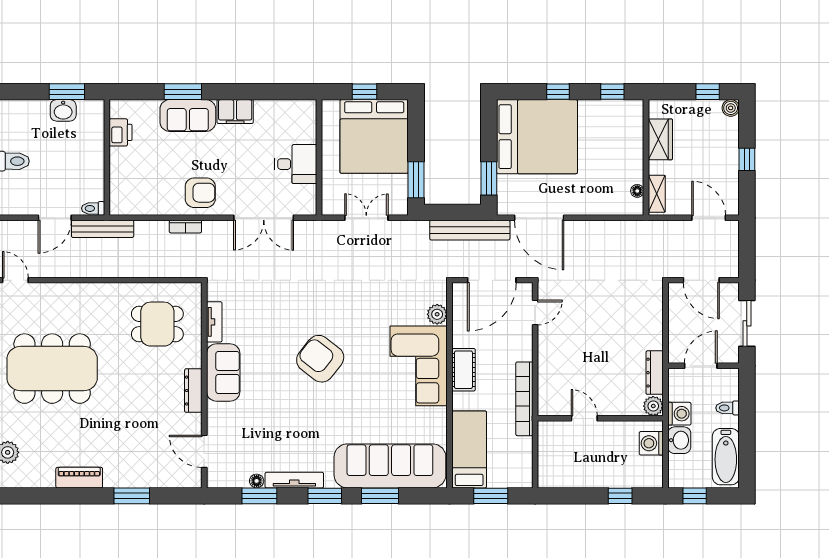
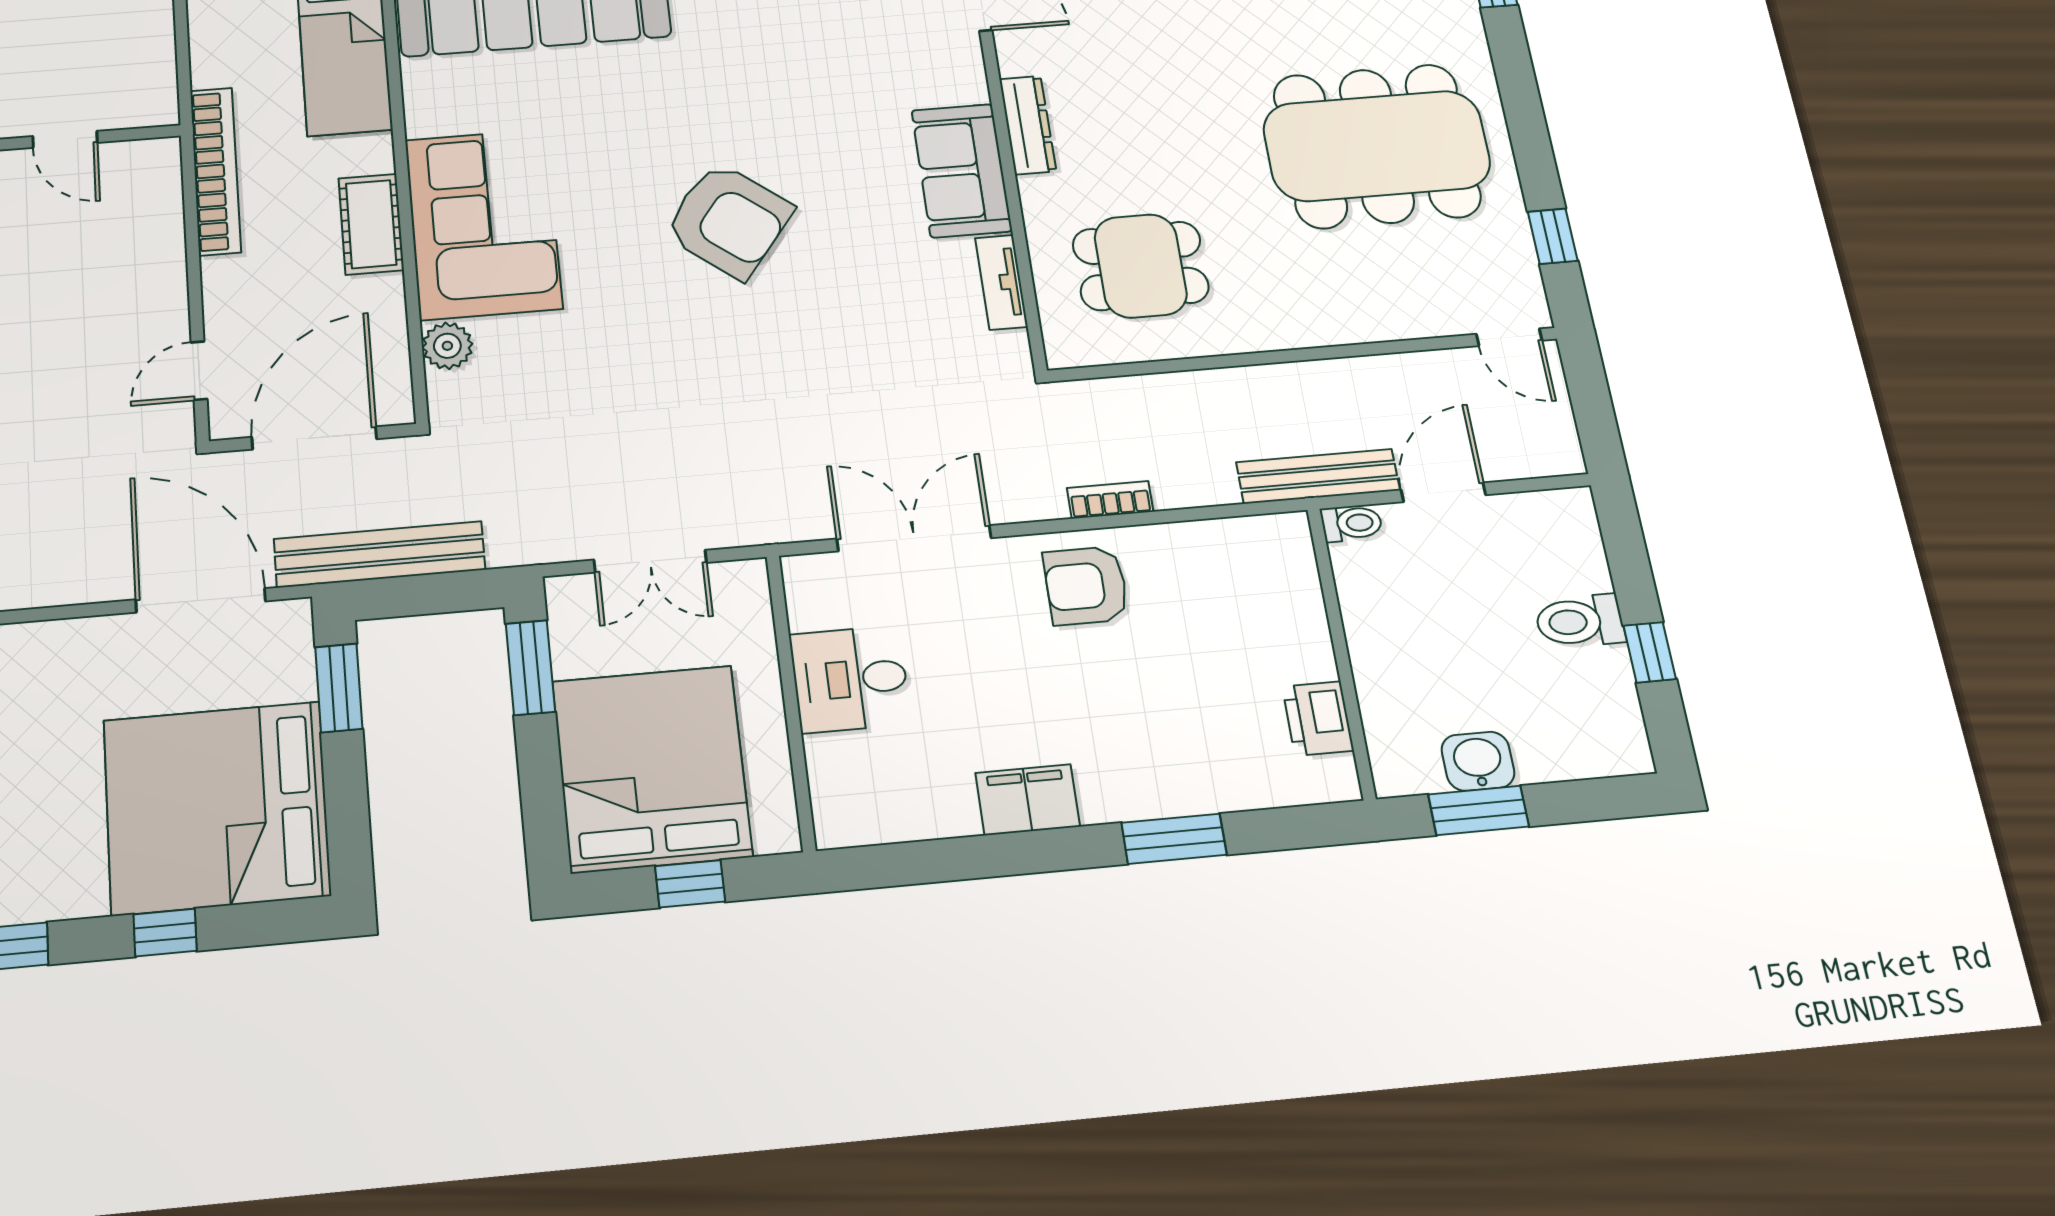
sofa: (188, 115) -> (1150, 778), removed

